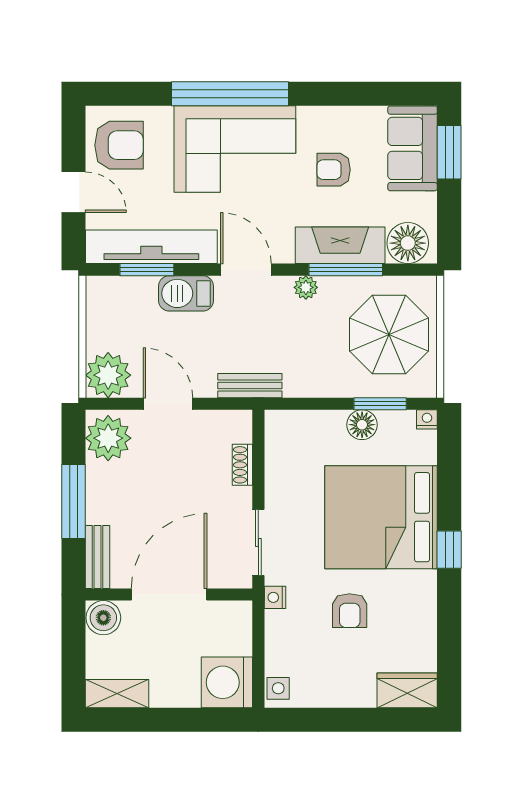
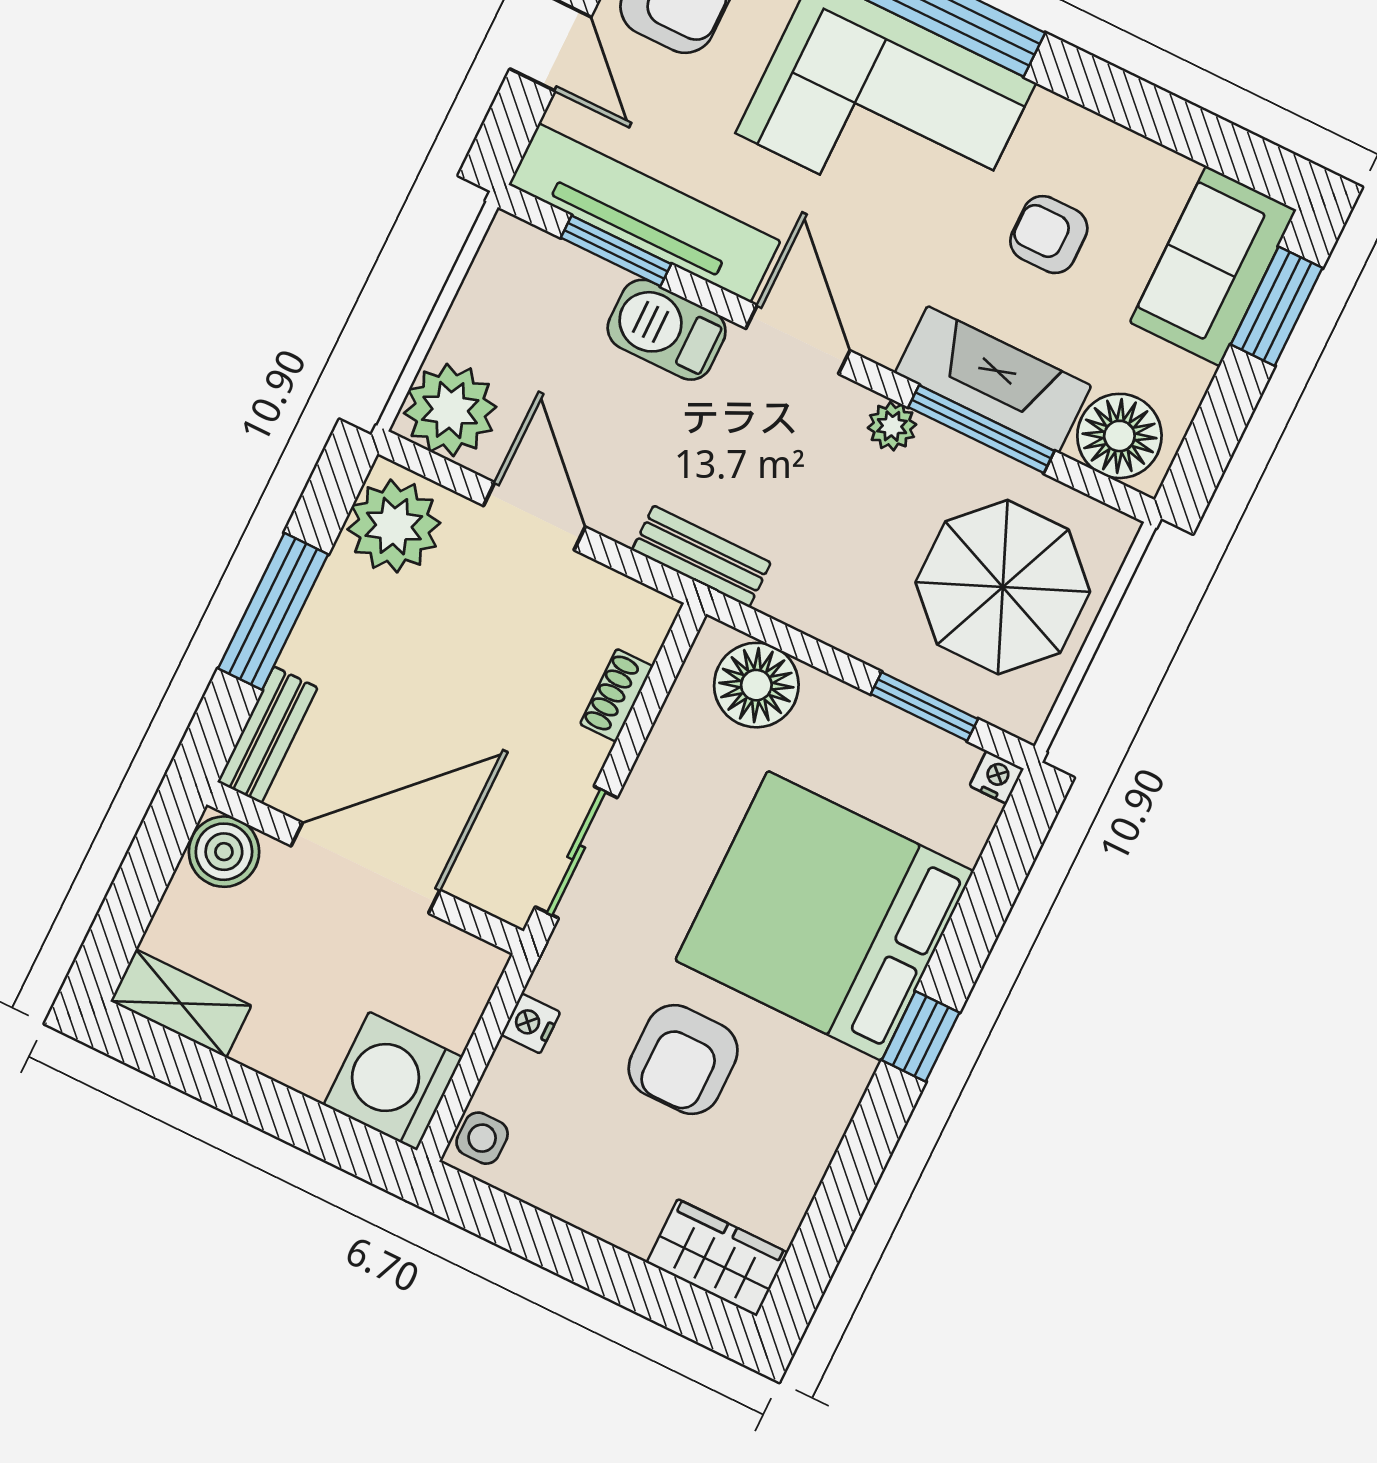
floor lamp: (362, 425) -> (756, 685), moved, width x1.38, depth x1.38
nightstand: (275, 597) -> (531, 1023), moved
armchair: (350, 611) -> (683, 1059), width x1.38, depth x1.38

